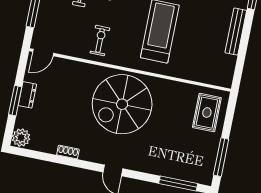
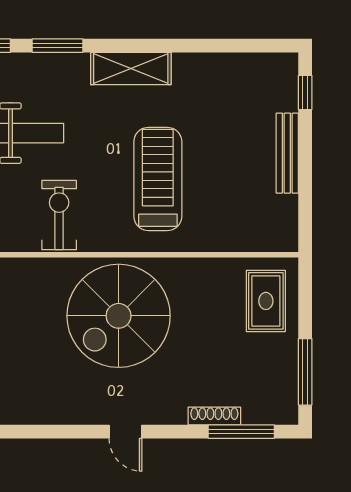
exercise bike: (100, 41) -> (59, 215), width x1.38, depth x1.39
shoe rack: (68, 152) -> (214, 416), moved, width x1.43

